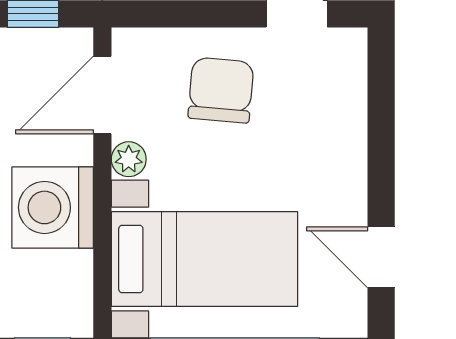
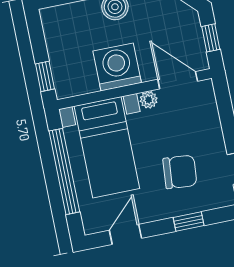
chair: (221, 90) -> (180, 172), moved
window: (381, 130) -> (189, 221), added

